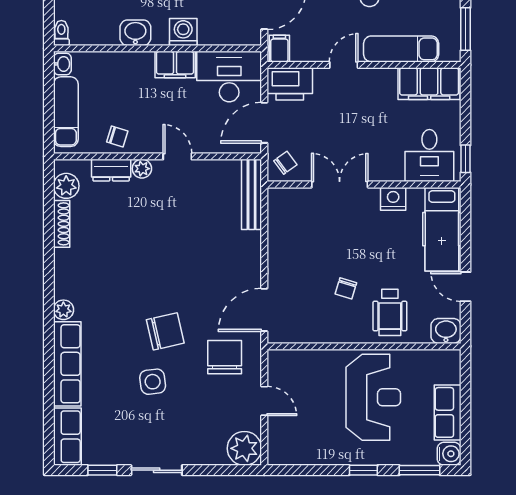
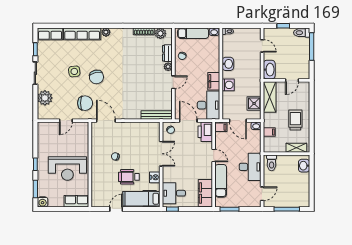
wheelchair: (390, 312) -> (129, 177), moved
washbasin: (446, 331) -> (97, 201), removed
row of seats: (448, 412) -> (76, 201), moved
plant: (244, 448) -> (45, 98), moved

